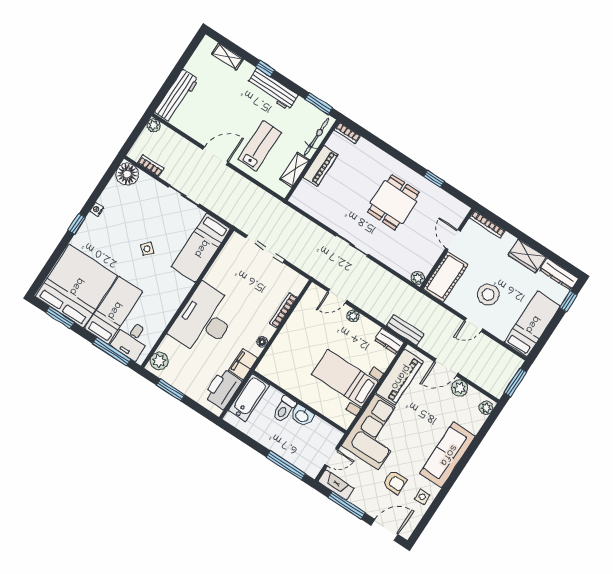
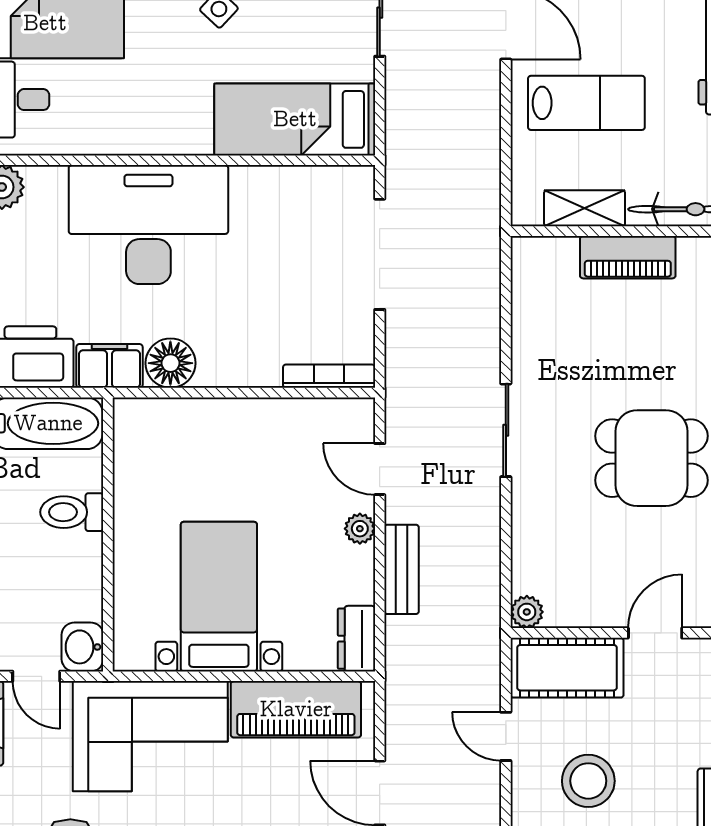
bookcase: (283, 310) -> (329, 376), moved
door: (474, 325) -> (506, 736), moved
bench: (405, 330) -> (402, 569), moved
floor lamp: (262, 342) -> (170, 363), width x1.89, depth x1.89
washbasin: (302, 416) -> (82, 647), moved

